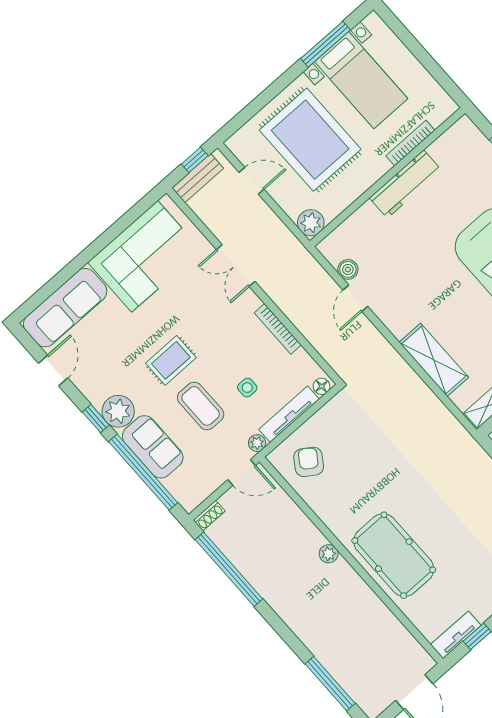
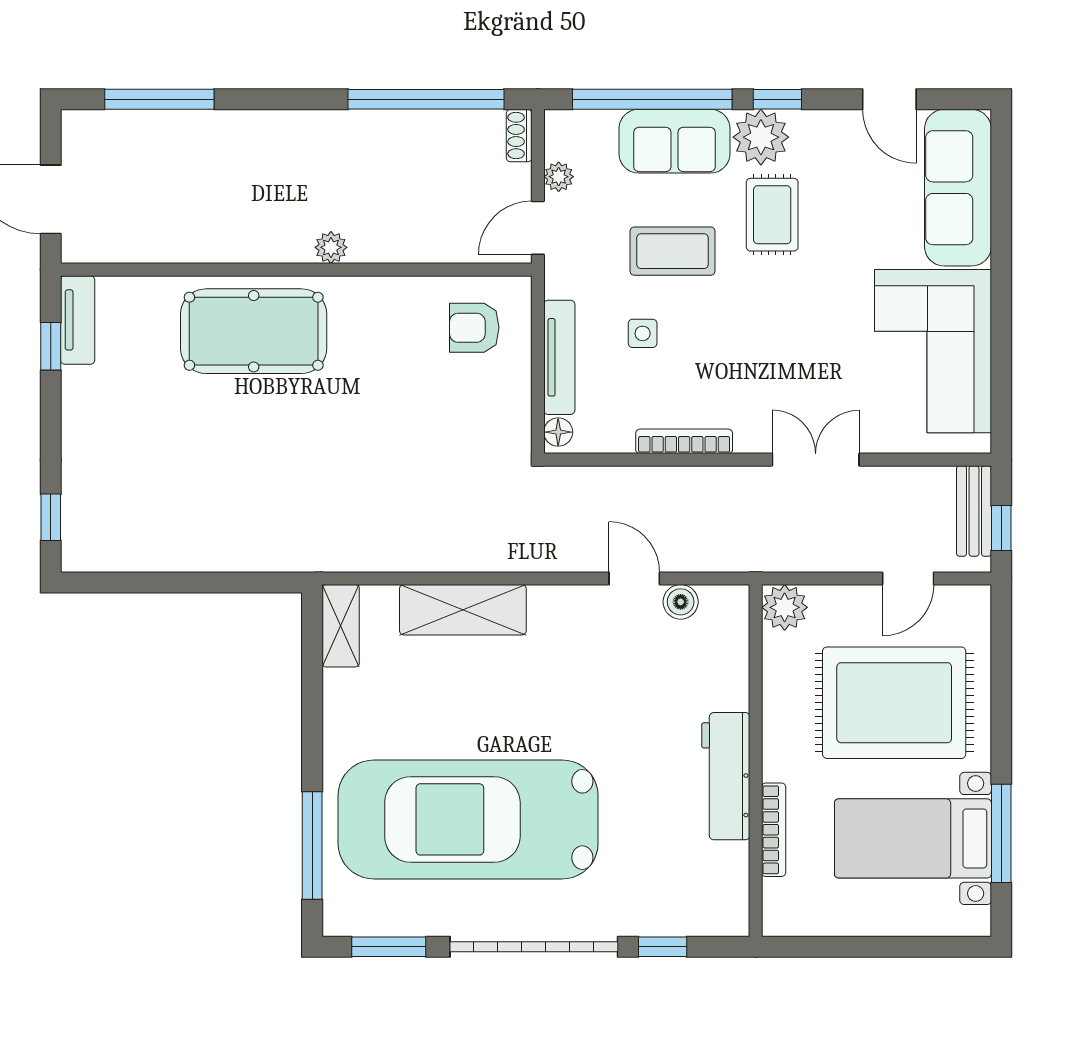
rug: (171, 360) -> (772, 215), moved
plant: (257, 443) -> (559, 177), moved
armchair: (309, 462) -> (474, 328), turned 146

